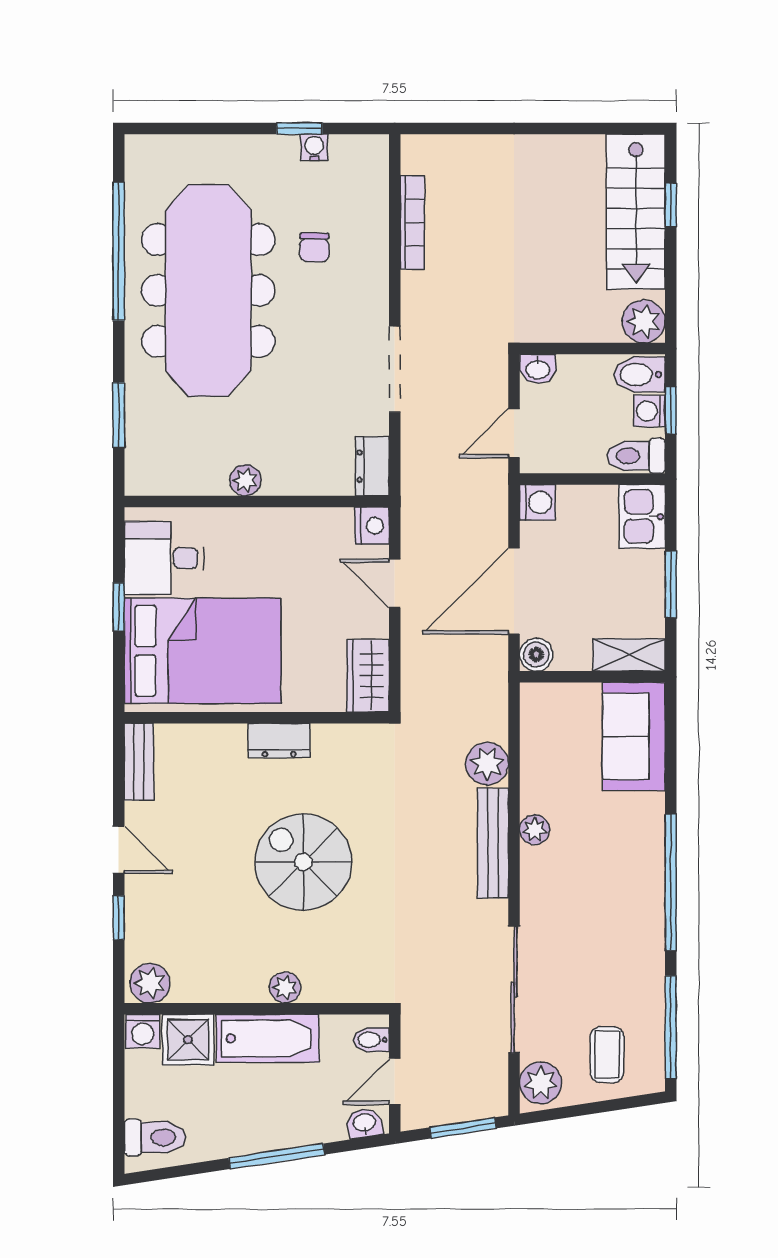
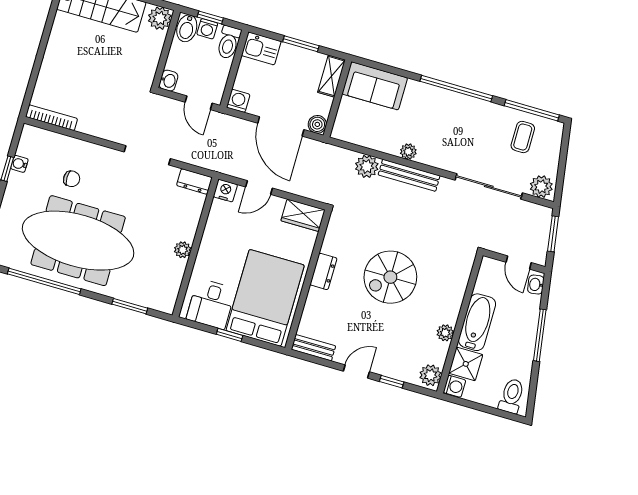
bookcase: (412, 222) -> (52, 118), moved
plant: (285, 988) -> (445, 333), moved
bidet: (371, 1040) -> (493, 268), removed
coffee table: (607, 1055) -> (523, 137), moved, turned 90

